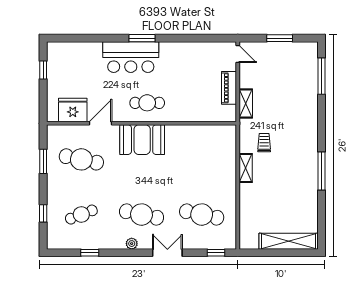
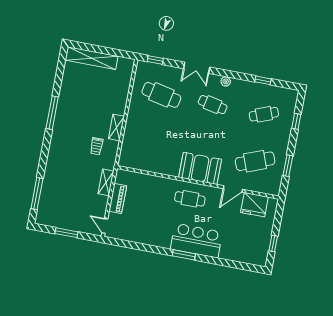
cafe table: (81, 159) -> (255, 161), turned -33
cafe table: (142, 215) -> (213, 105), width x0.73, depth x0.74

